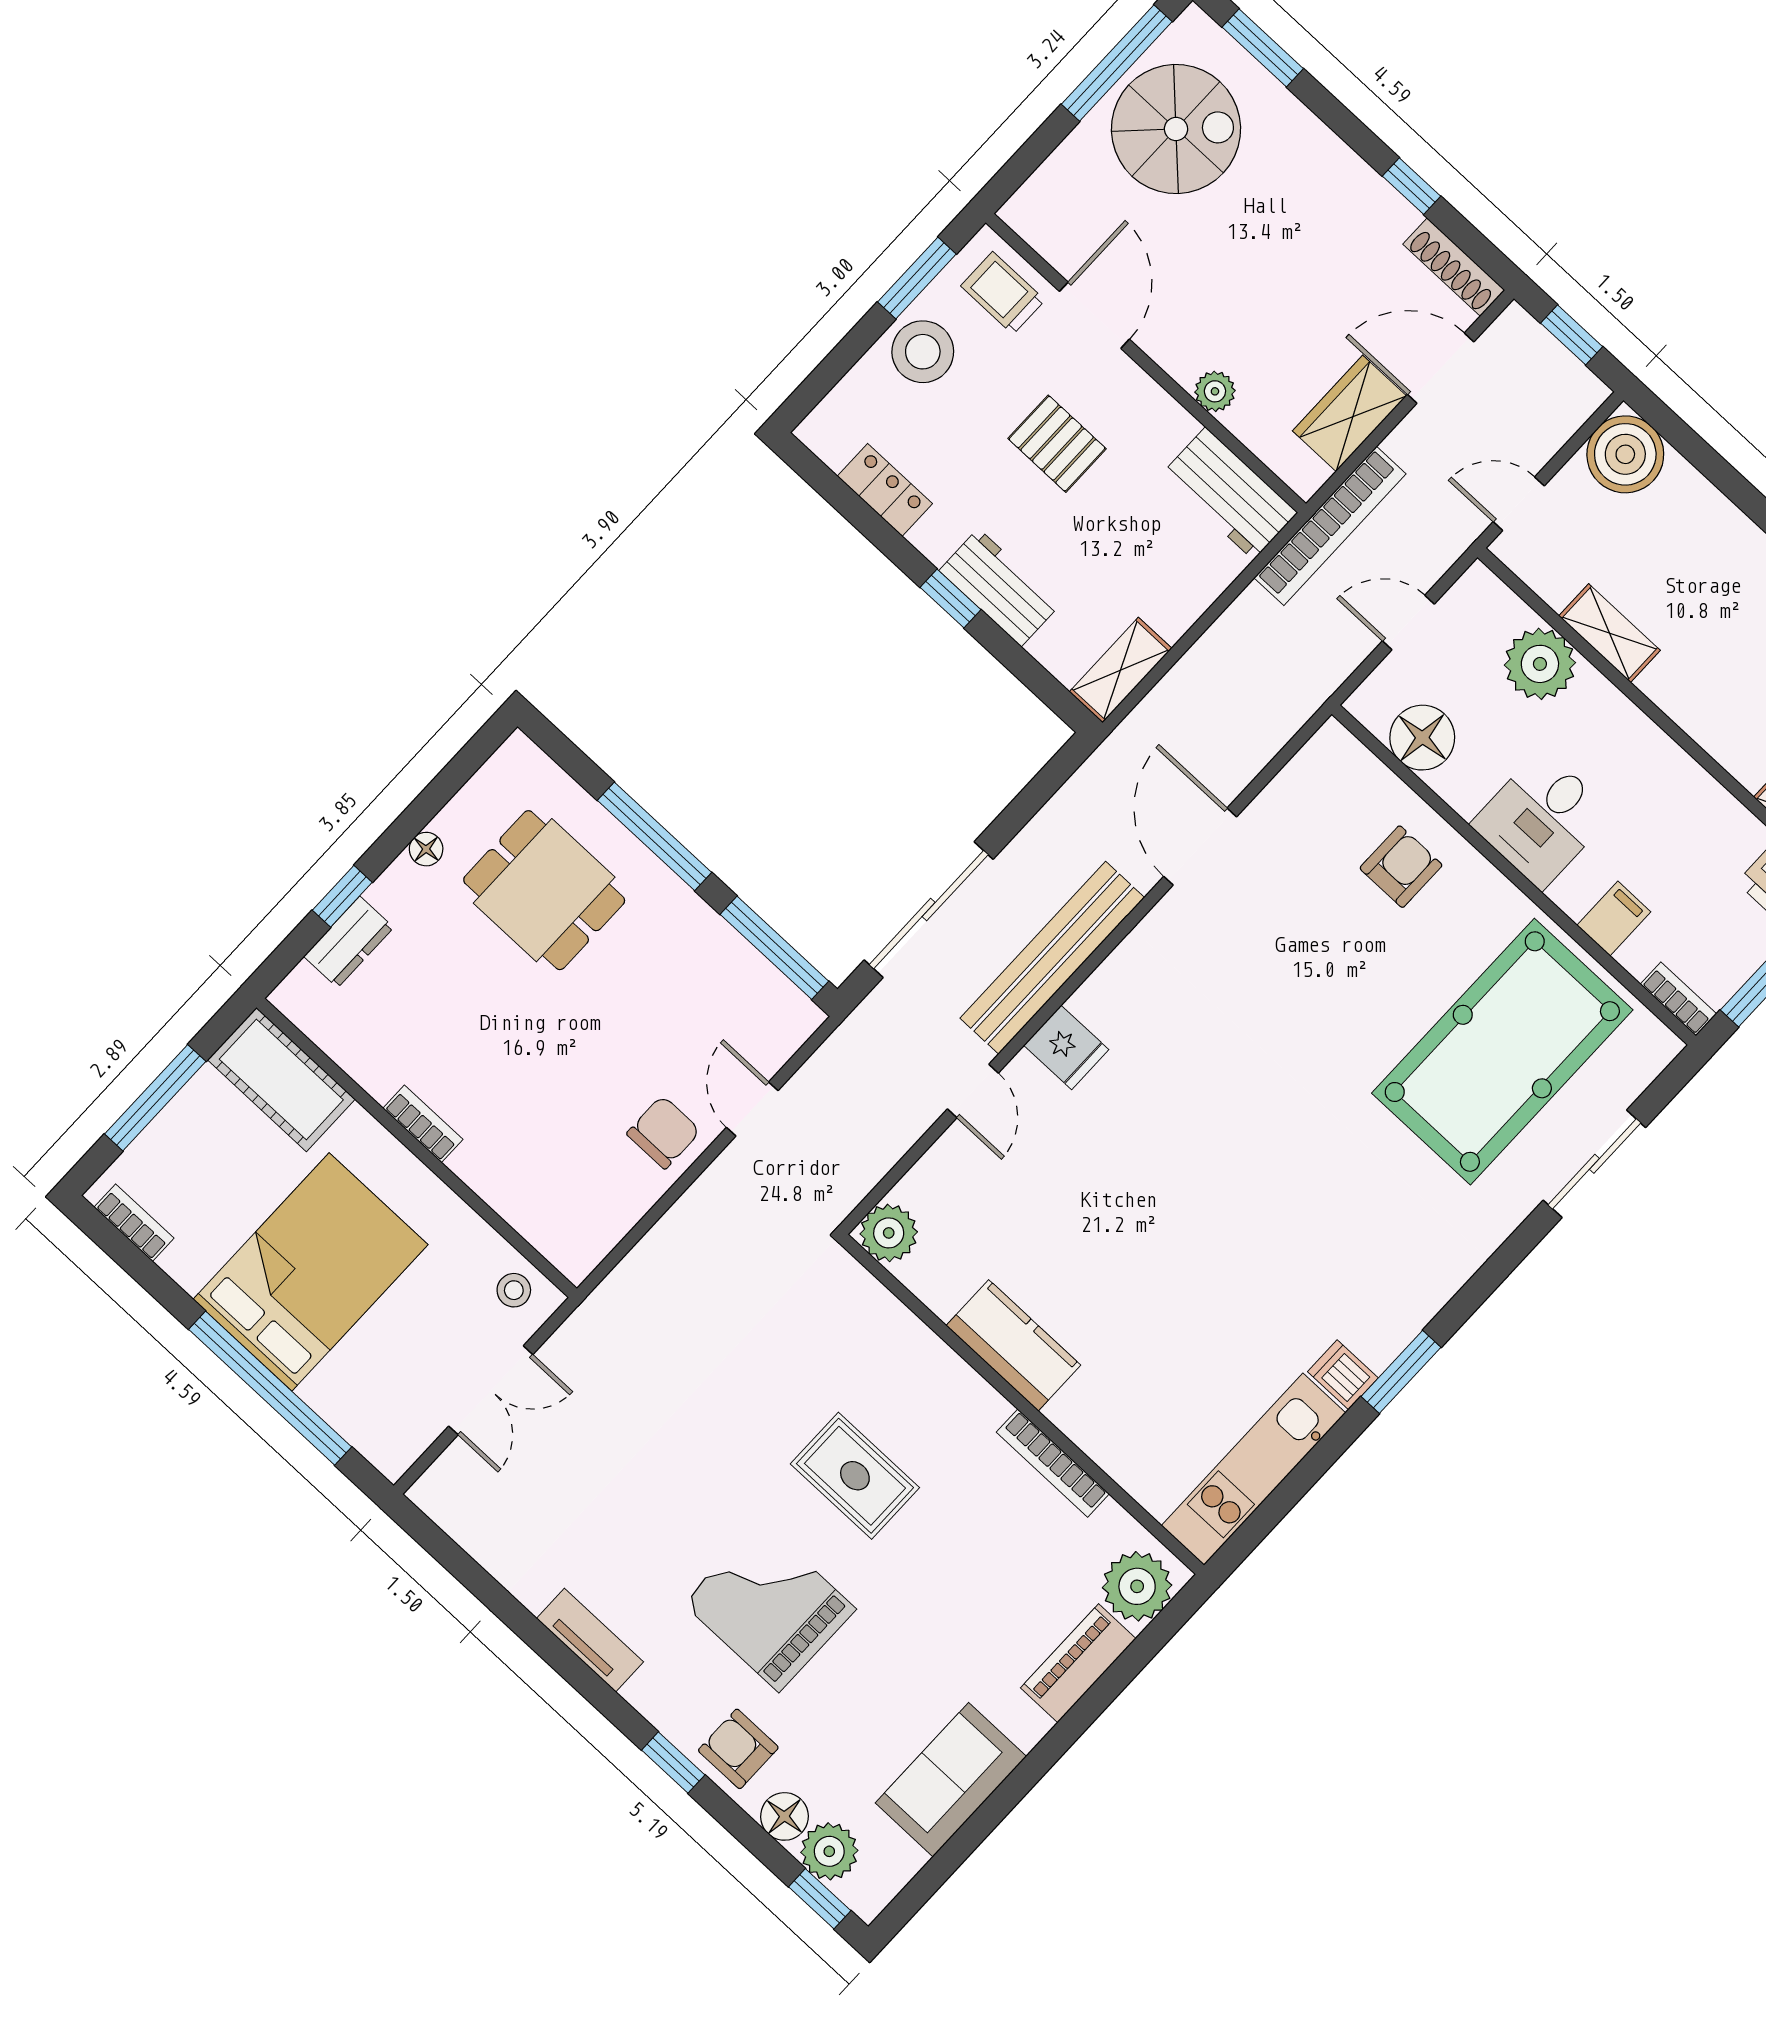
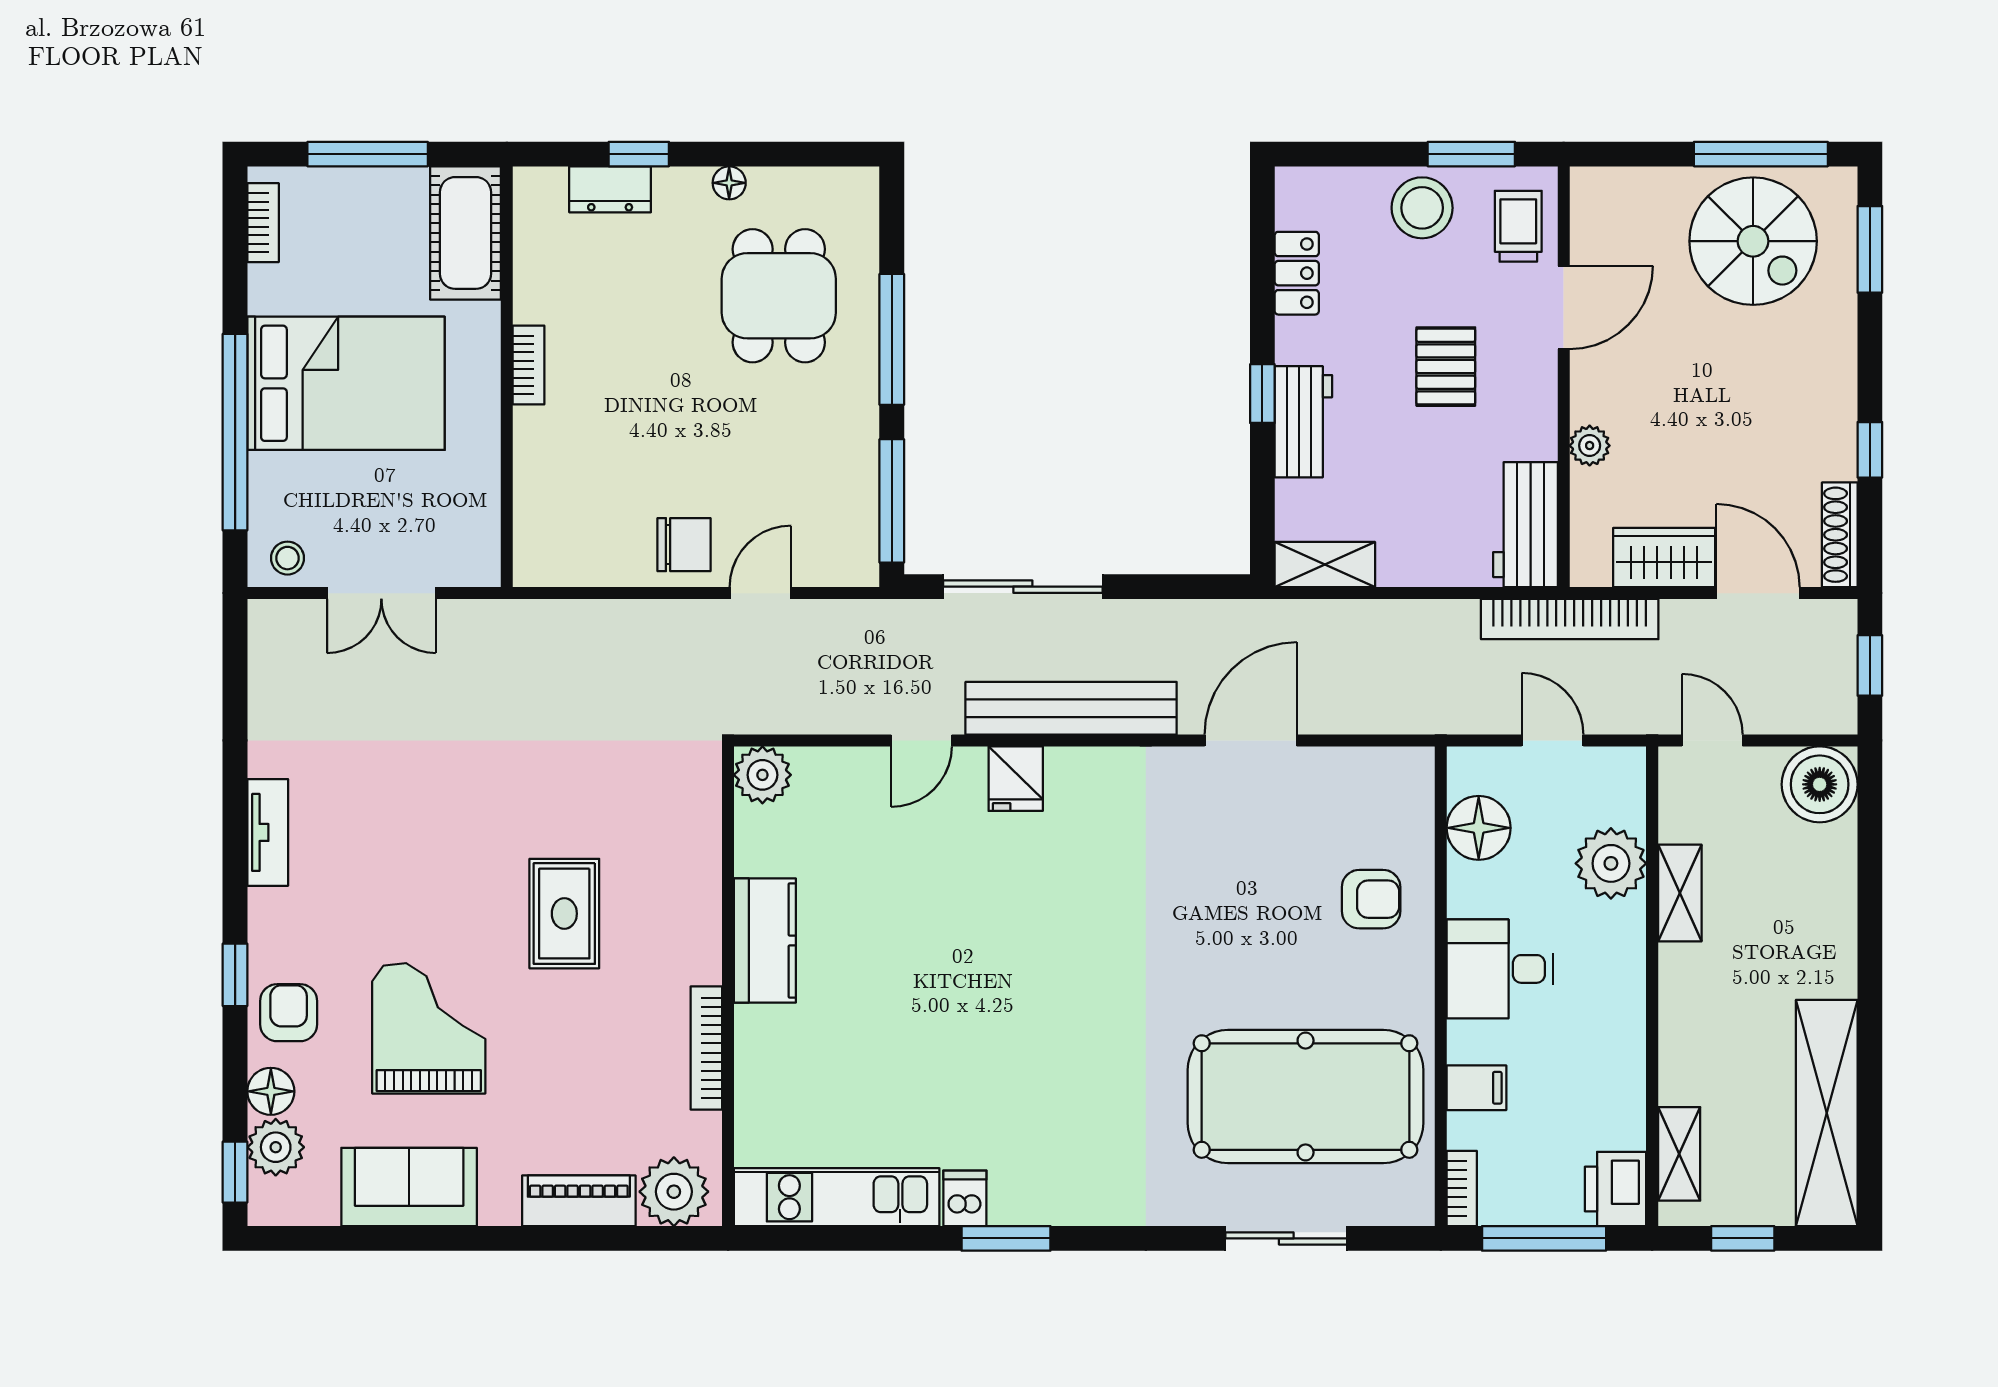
stool: (514, 1290) -> (287, 558), moved
grand piano: (769, 1606) -> (429, 1028), moved

